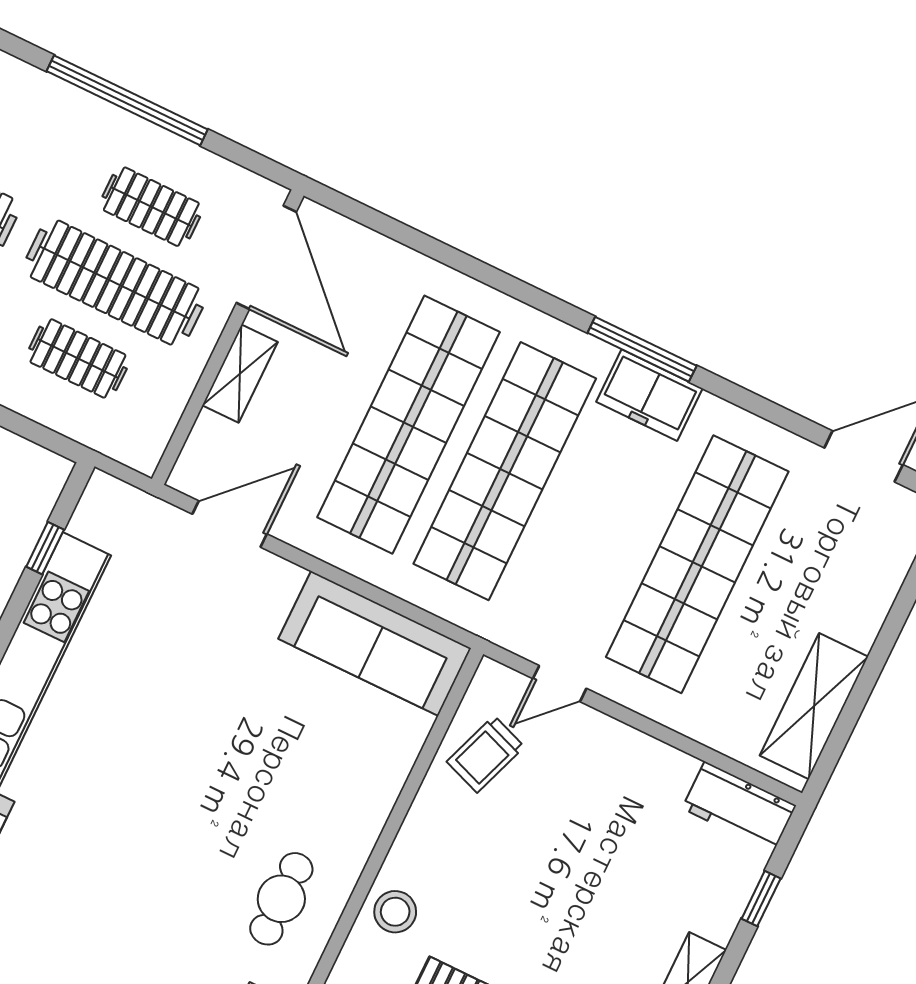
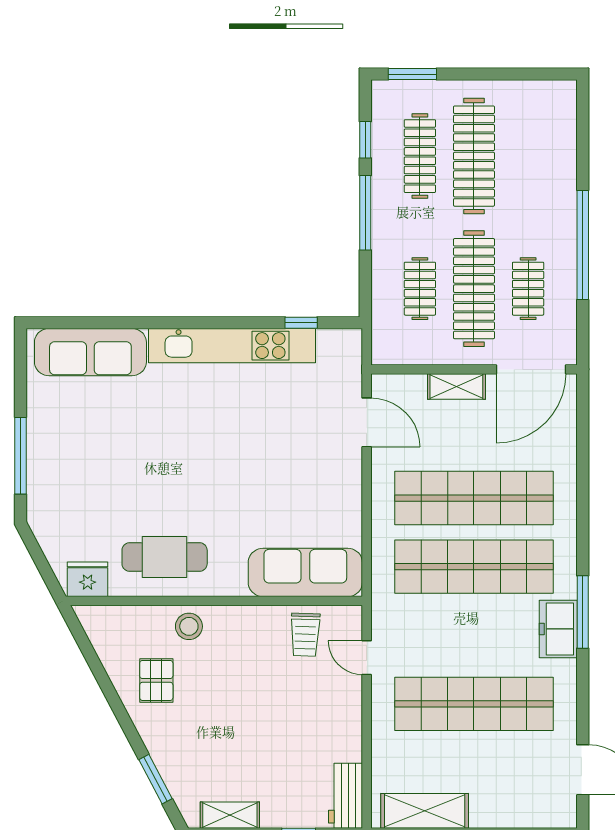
sofa: (375, 644) -> (305, 572), moved, turned 90
trolley: (486, 754) -> (305, 635), turned -108
cafe table: (281, 899) -> (165, 557), width x1.37, depth x1.35

